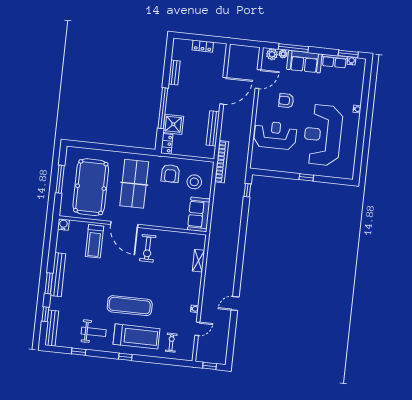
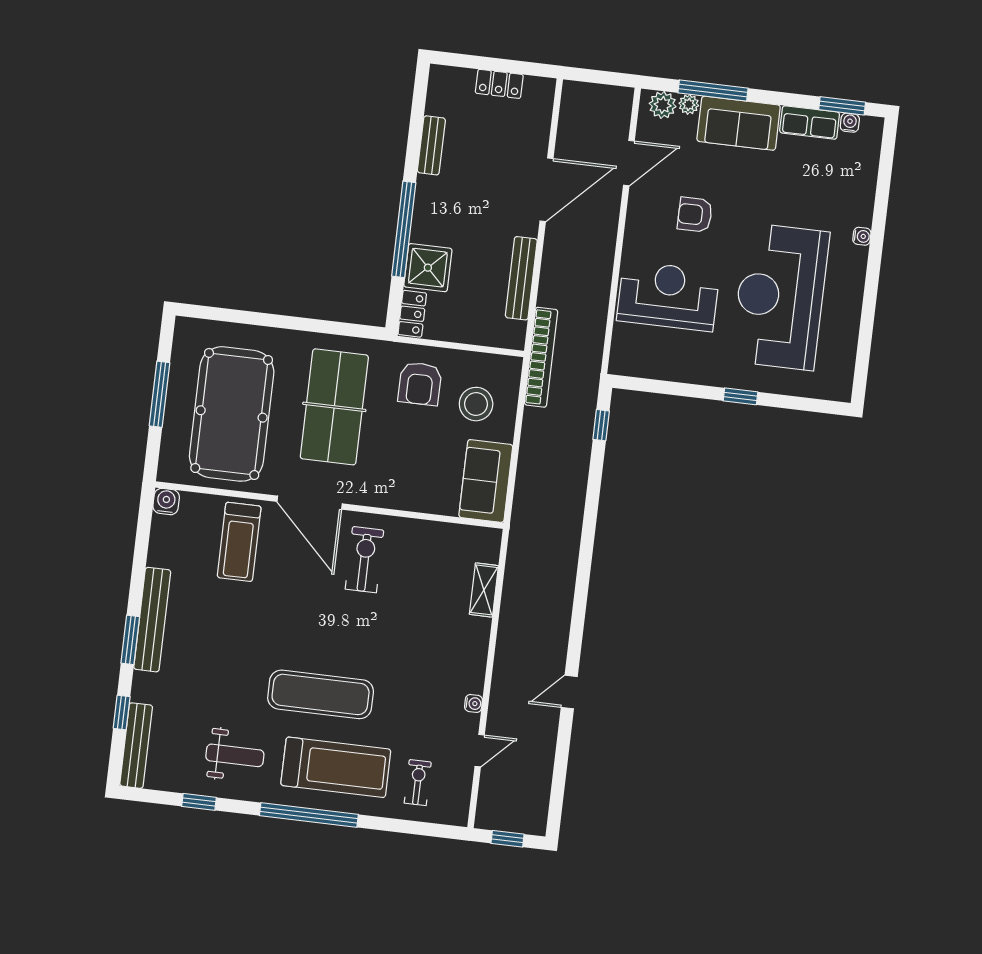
exercise bike: (148, 248) -> (364, 560), turned 180
window: (125, 357) -> (309, 815), width x3.17

